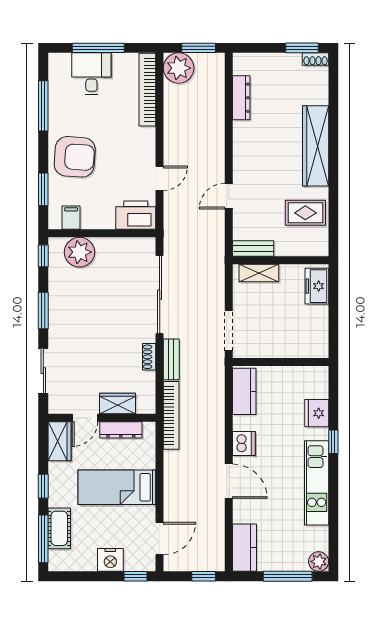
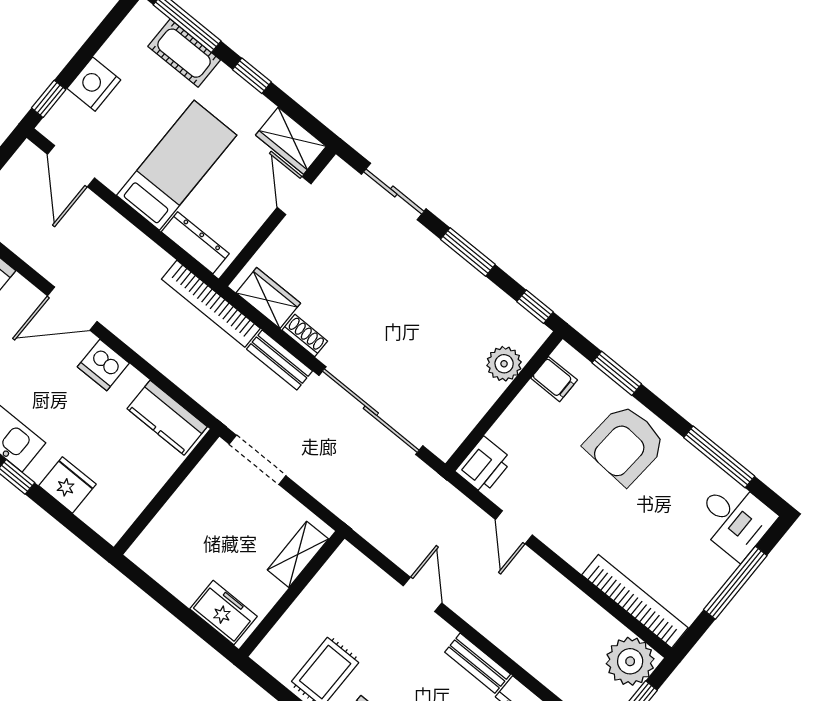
desk: (91, 74) -> (734, 519), moved
printer: (136, 215) -> (484, 465), width x0.73, depth x0.84
bench: (253, 249) -> (478, 663), moved, turned 90
plant: (79, 252) -> (504, 364), width x0.73, depth x0.73
wardrobe: (118, 404) -> (268, 298), moved, turned -90
dresser: (121, 430) -> (195, 243), moved, turned 90

